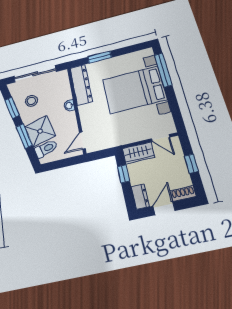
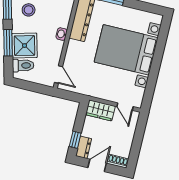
window: (163, 70) -> (161, 44), removed
door: (82, 140) -> (58, 74), swing flipped
window: (191, 164) -> (137, 141), removed
window: (124, 174) -> (75, 140), moved

